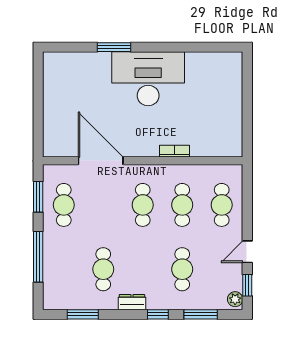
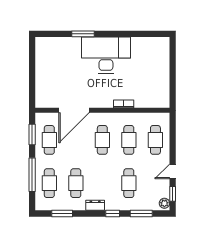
door: (101, 161) -> (74, 110), swing flipped
cafe table: (64, 269) -> (49, 183), added

